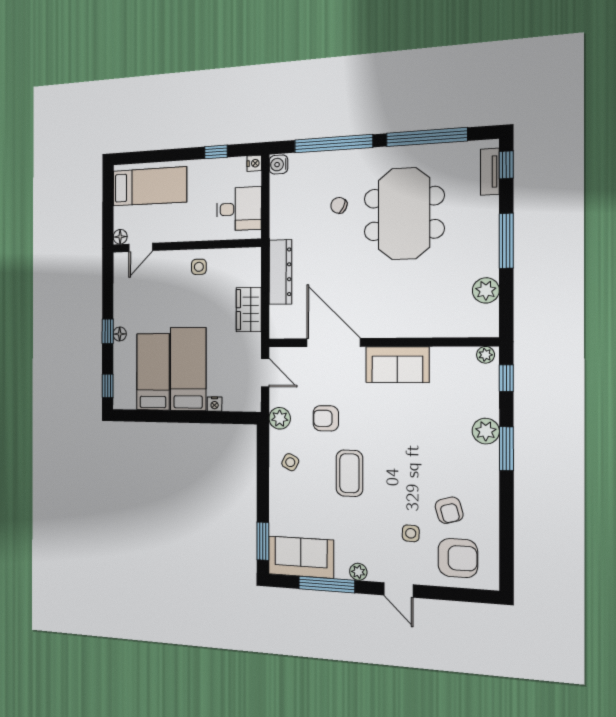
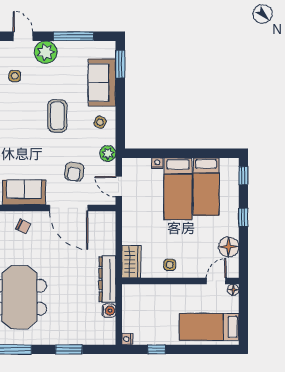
window: (333, 144) -> (69, 349), width x0.47
water cooler: (279, 164) -> (109, 311), moved
chair: (339, 205) -> (23, 227), moved
desk: (239, 209) -> (139, 306), removed
dresser: (280, 272) -> (107, 279), moved
wardrobe: (249, 310) -> (131, 262), moved
floor lamp: (120, 334) -> (229, 247), moved, width x1.89, depth x1.89
armchair: (326, 418) -> (74, 172), moved, turned 98
sofa: (301, 557) -> (102, 83), moved, turned 90
plant: (358, 572) -> (46, 52), width x1.88, depth x1.88

